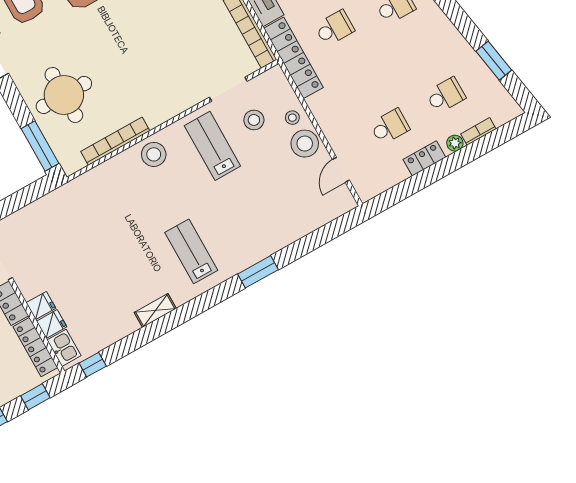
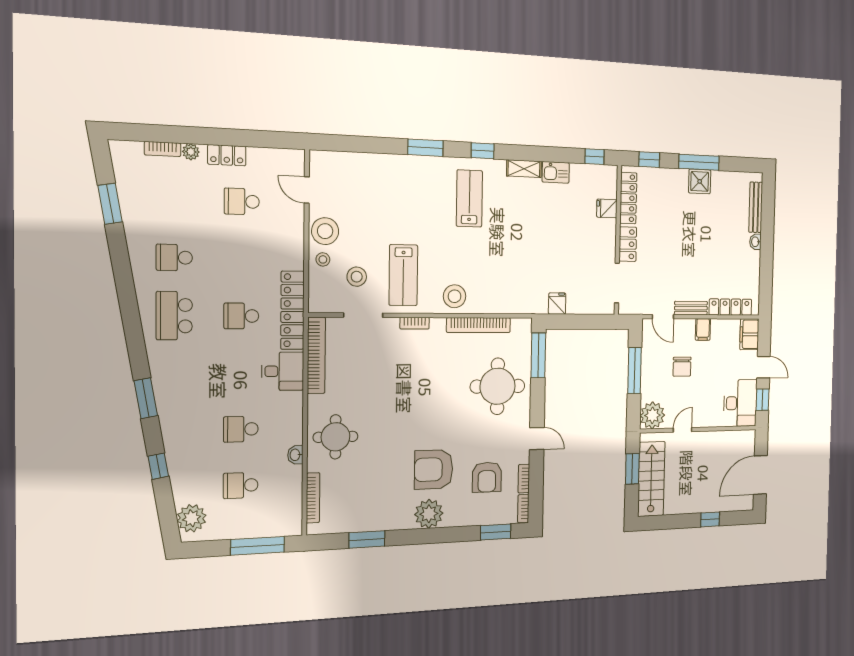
school desk: (446, 95) -> (174, 257), moved
bookcase: (177, 109) -> (415, 323), added
door: (341, 170) -> (307, 190), swing flipped
lab bench: (191, 251) -> (469, 198), turned 180
window: (204, 302) -> (483, 151), added
fridge: (41, 306) -> (557, 304), moved, turned 90
kitchen sink: (64, 348) -> (556, 172), moved, turned -90

